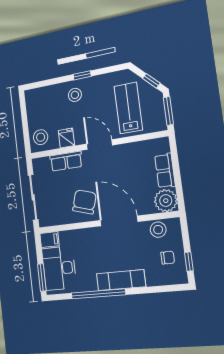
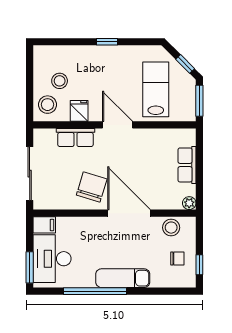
stool: (75, 95) -> (60, 81), moved
plant: (166, 201) -> (189, 203), width x0.53, depth x0.53

